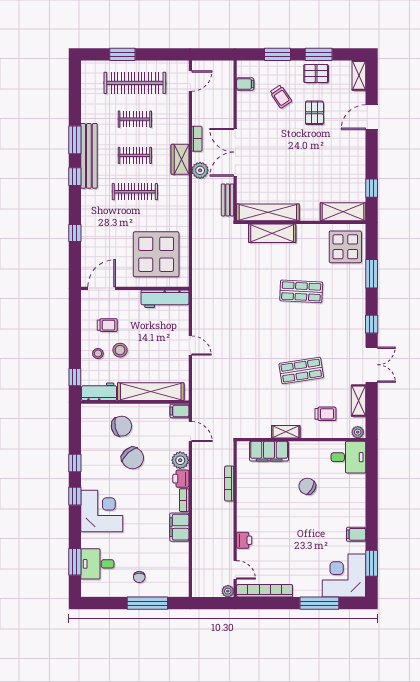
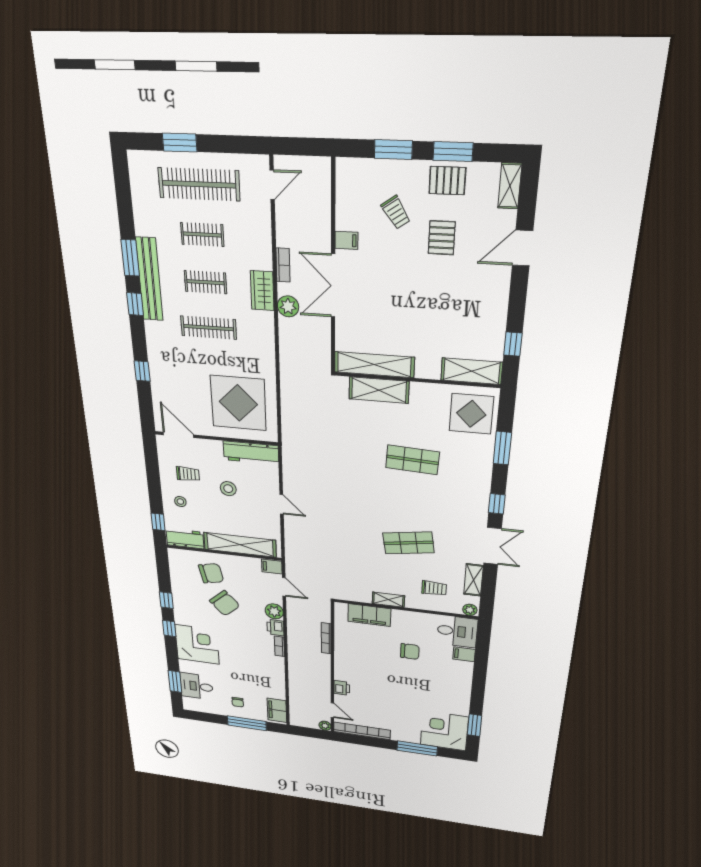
filing cabinet: (245, 84) -> (346, 240), moved
bench: (228, 200) -> (323, 346), removed
door: (102, 288) -> (178, 435), hinge flipped
stool: (120, 350) -> (228, 489), moved
chair: (307, 486) -> (410, 651), turned 150
filing cabinet: (179, 527) -> (277, 710), moved
filing cabinet: (356, 534) -> (464, 654), moved

